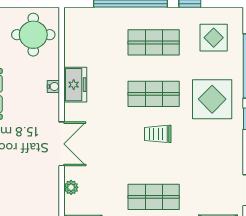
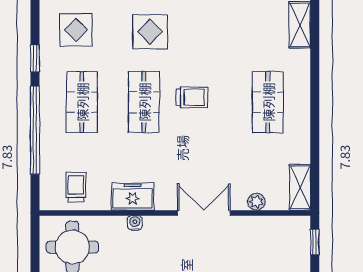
trolley: (83, 37) -> (76, 187), added
display table: (212, 99) -> (150, 32), width x0.73, depth x0.73
trolley: (158, 134) -> (192, 97), turned -90

